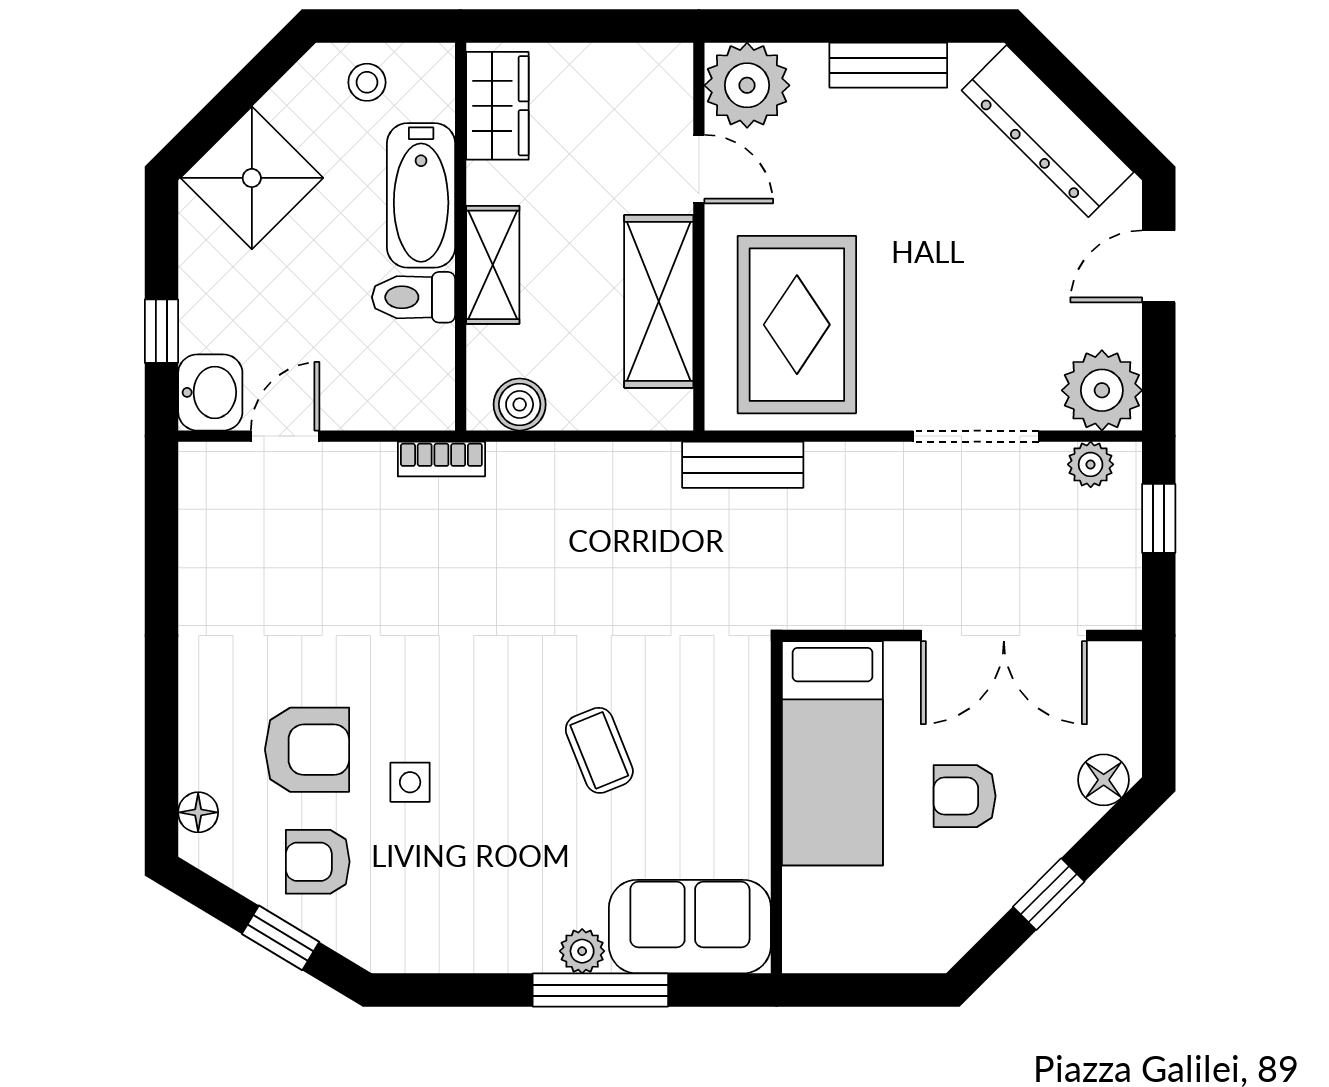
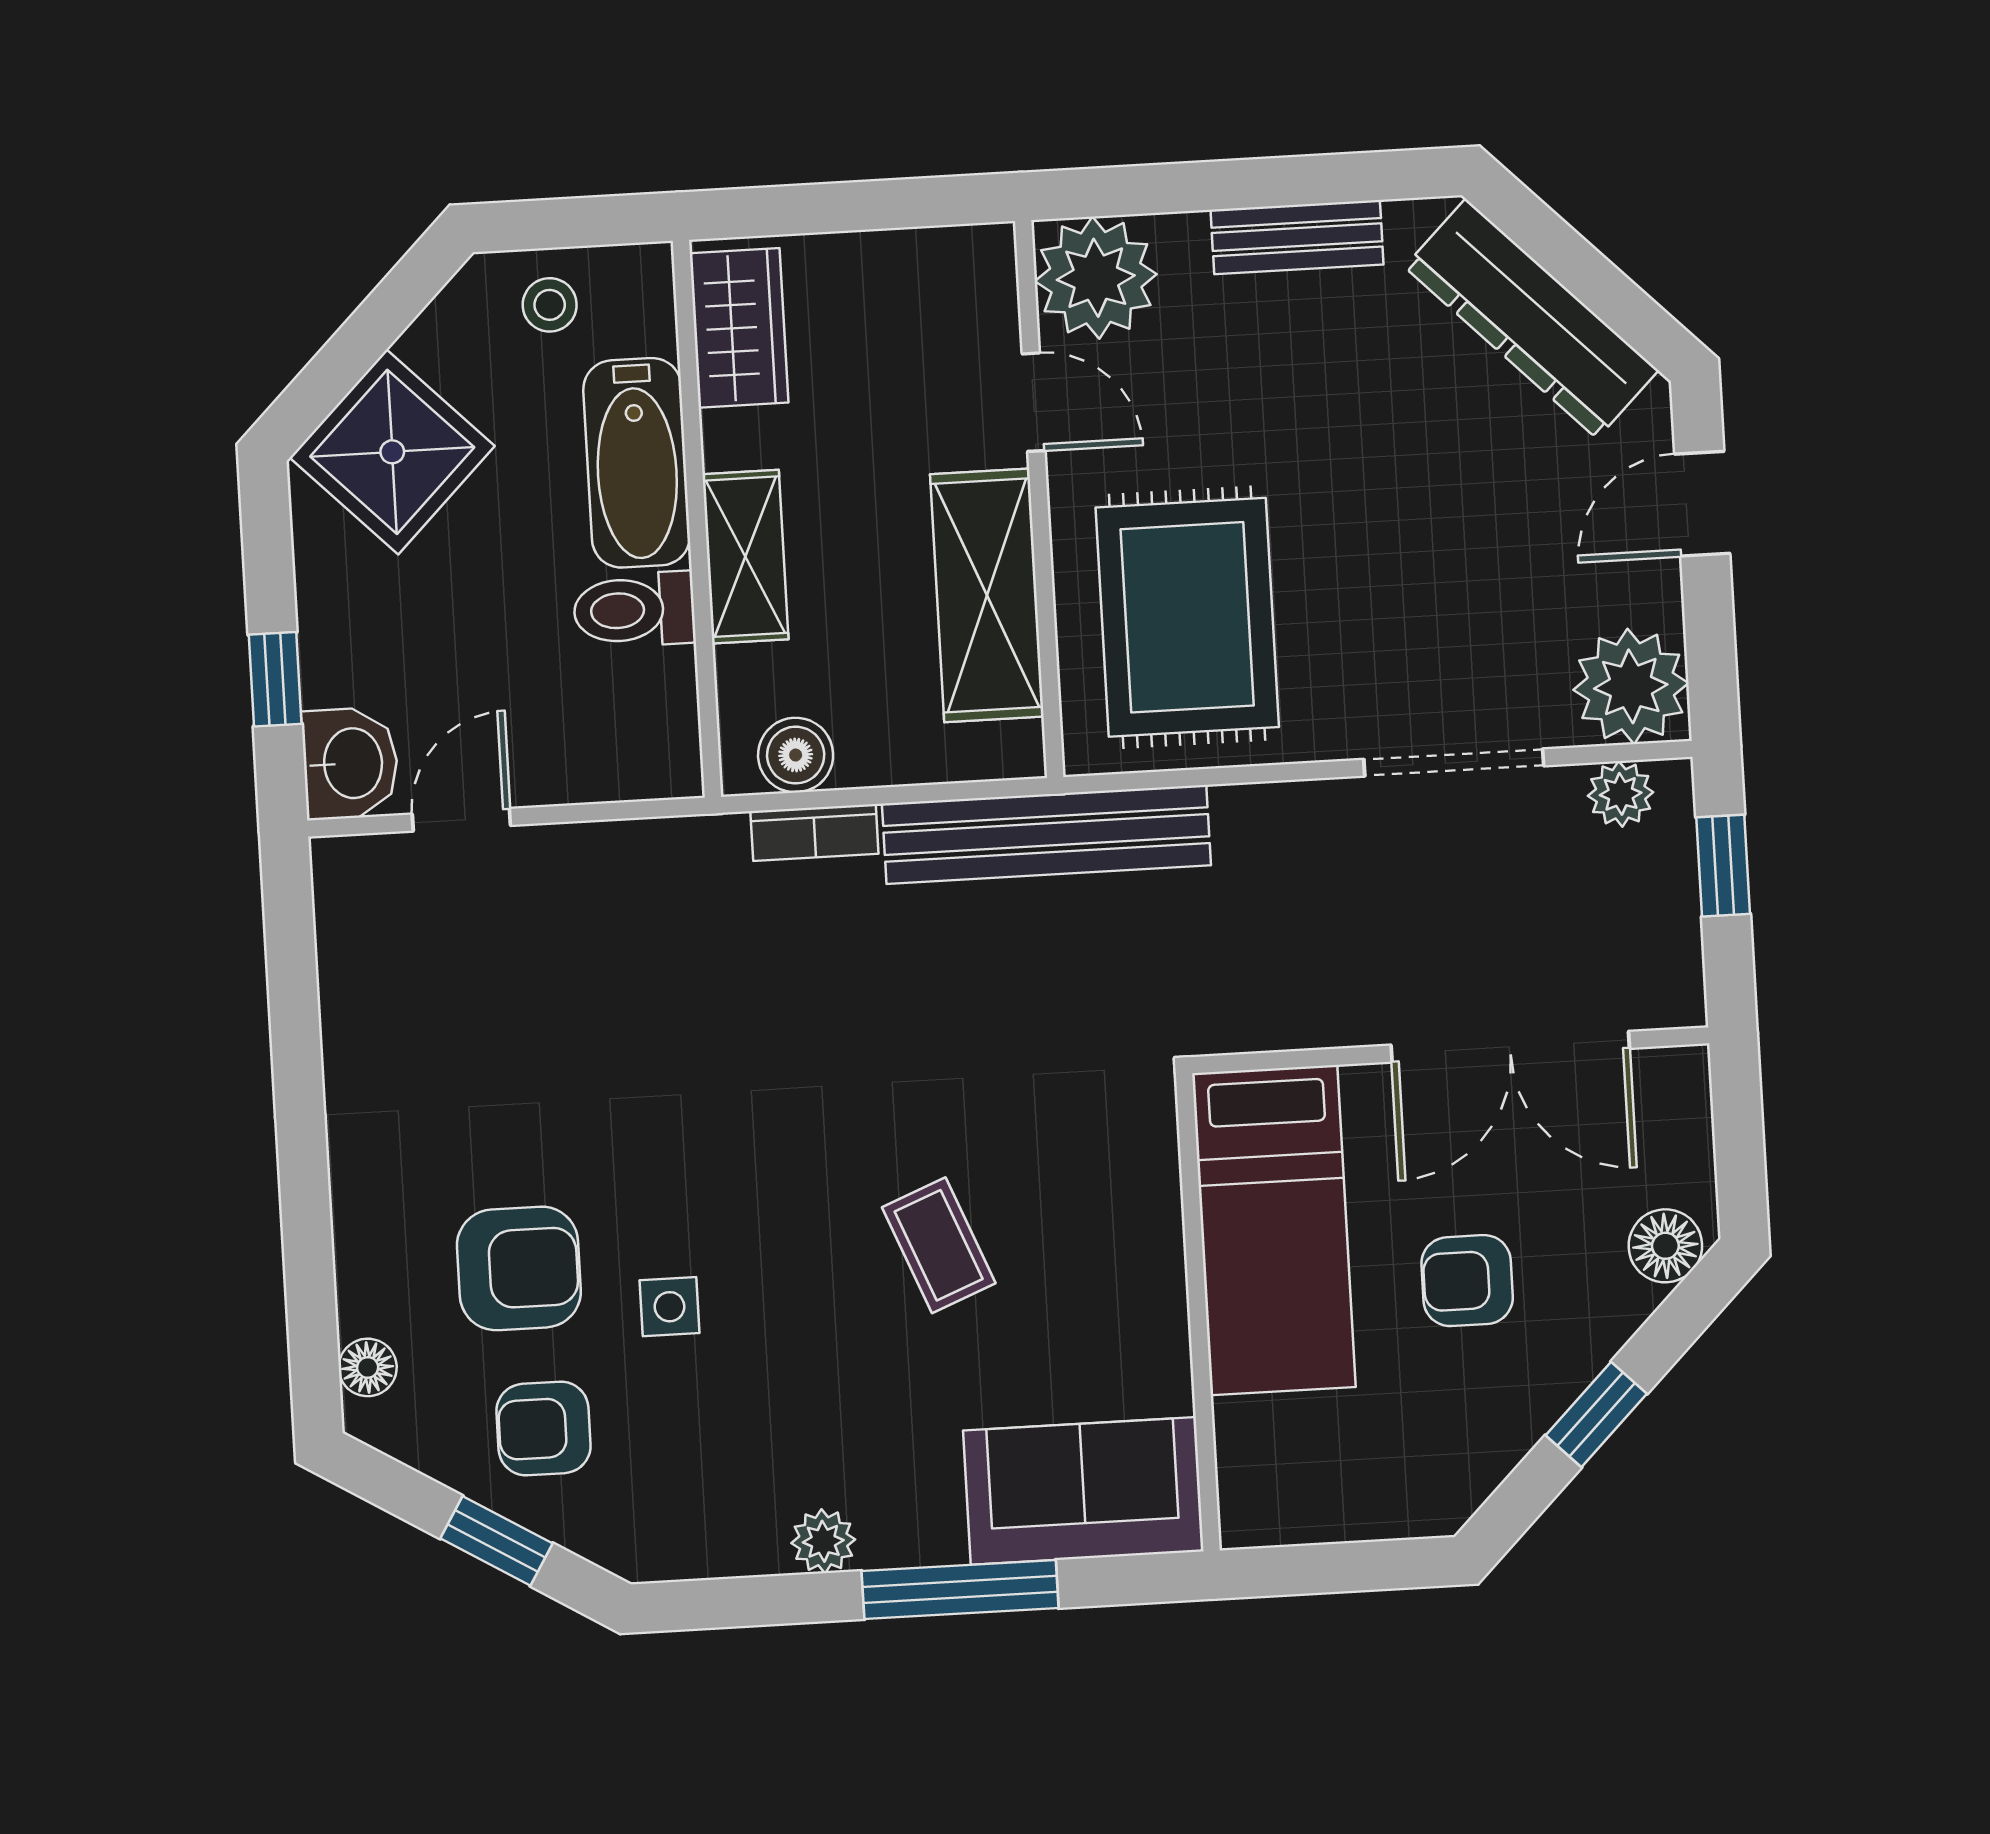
bookcase: (441, 459) -> (814, 833), moved
bench: (743, 465) -> (1046, 835), width x1.86, depth x1.21
plant: (582, 951) -> (823, 1541), moved

